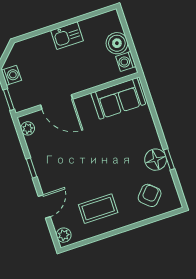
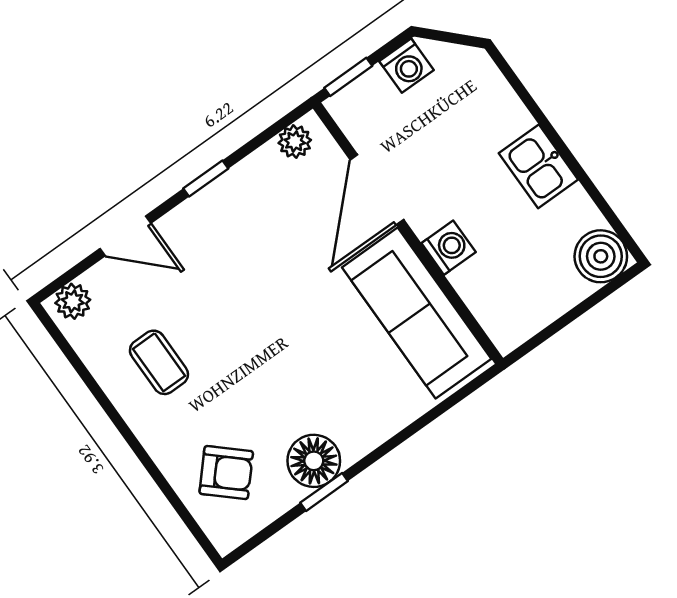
boiler: (117, 43) -> (601, 256), moved
washing machine: (126, 61) -> (449, 248), moved, turned 90
sofa: (118, 99) -> (417, 313), width x1.36
coffee table: (98, 209) -> (159, 362), width x0.73, depth x0.77

